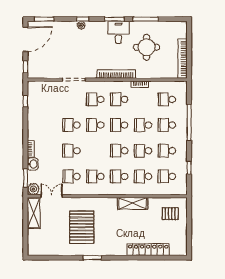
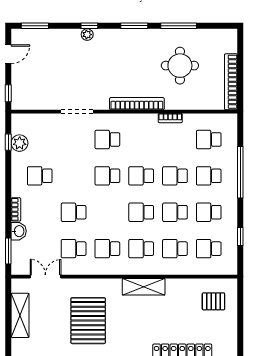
desk: (118, 32) -> (140, 45), removed
door: (25, 39) -> (8, 54), width x0.53
school desk: (119, 99) -> (141, 139), removed
school desk: (71, 125) -> (40, 176), moved
plant: (33, 189) -> (20, 143), moved
shelving: (132, 203) -> (144, 287), moved
shelving: (34, 213) -> (20, 315), moved

